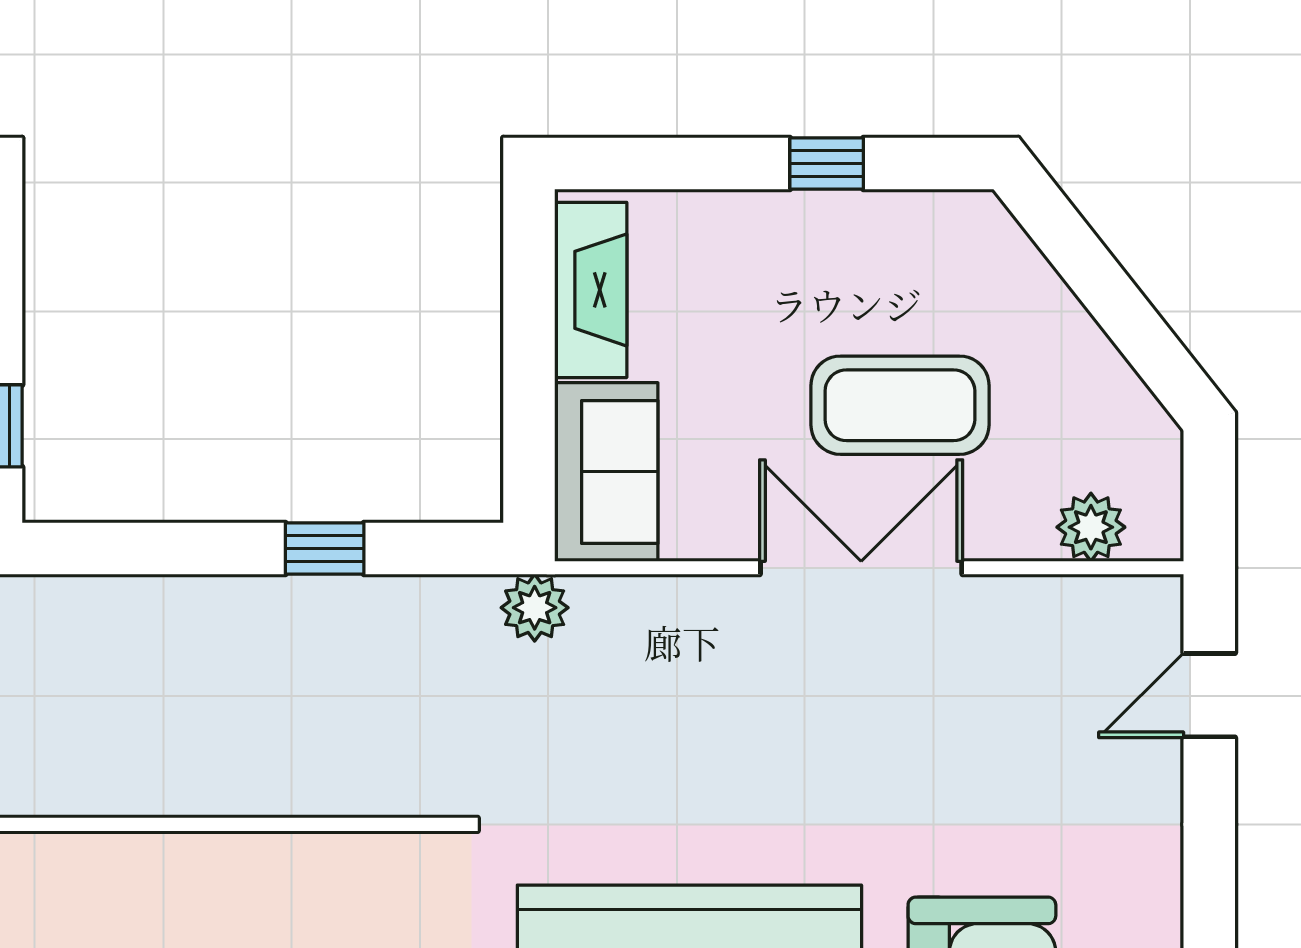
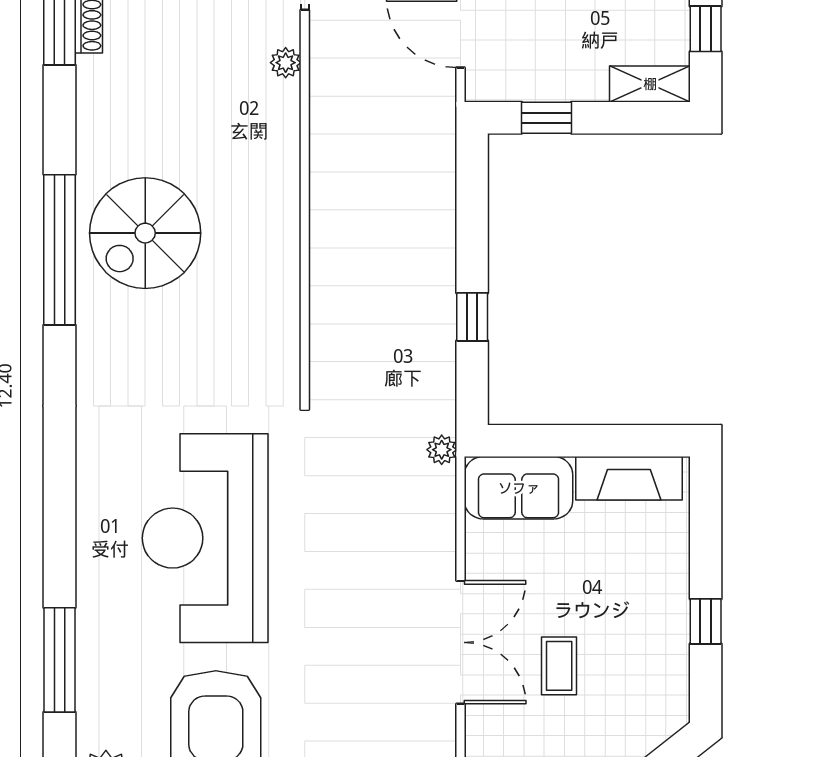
coffee table: (900, 405) -> (559, 666), width x0.54, depth x0.58
plant: (535, 608) -> (442, 450), width x0.73, depth x0.73

